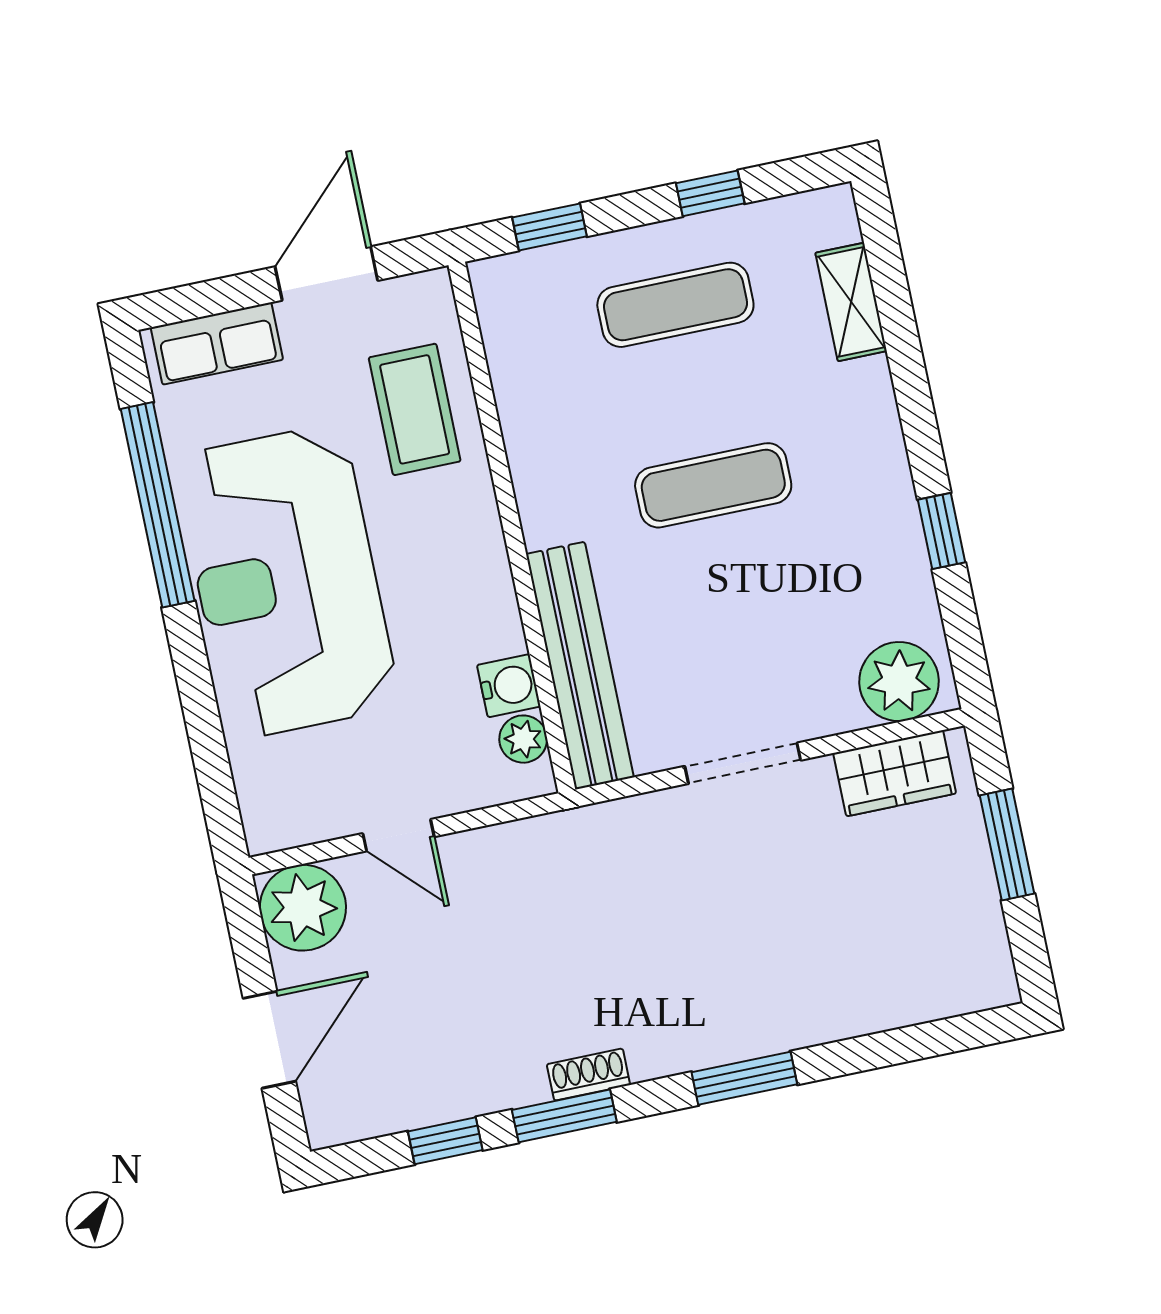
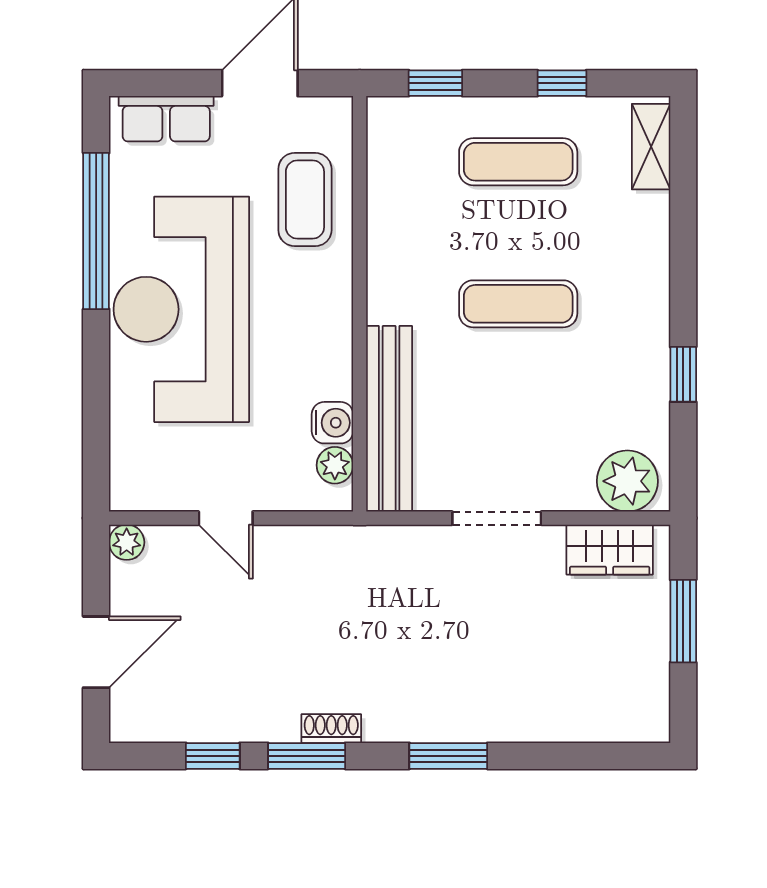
shelving: (851, 302) -> (651, 147), moved
plant: (303, 908) -> (127, 542), width x0.53, depth x0.53

